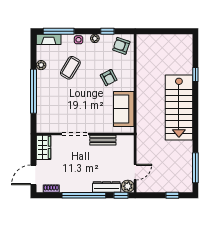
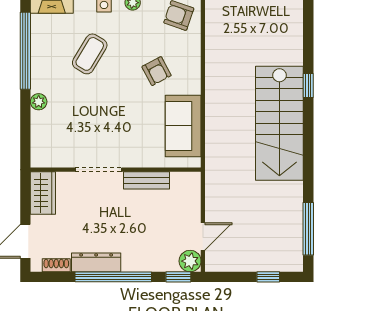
plant: (41, 65) -> (39, 102), moved
window: (195, 75) -> (308, 85), moved
window: (34, 91) -> (25, 51), moved
dresser: (107, 187) -> (96, 262), moved

